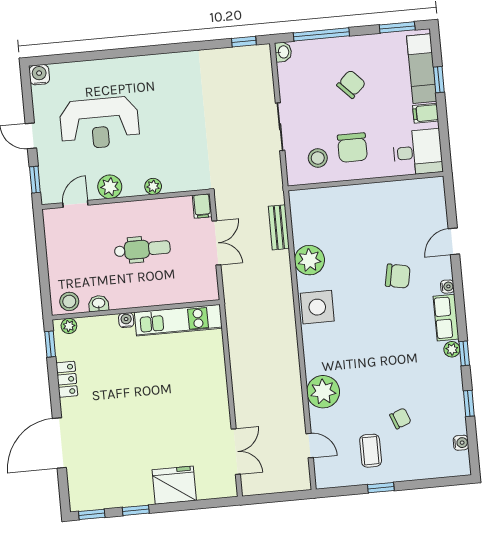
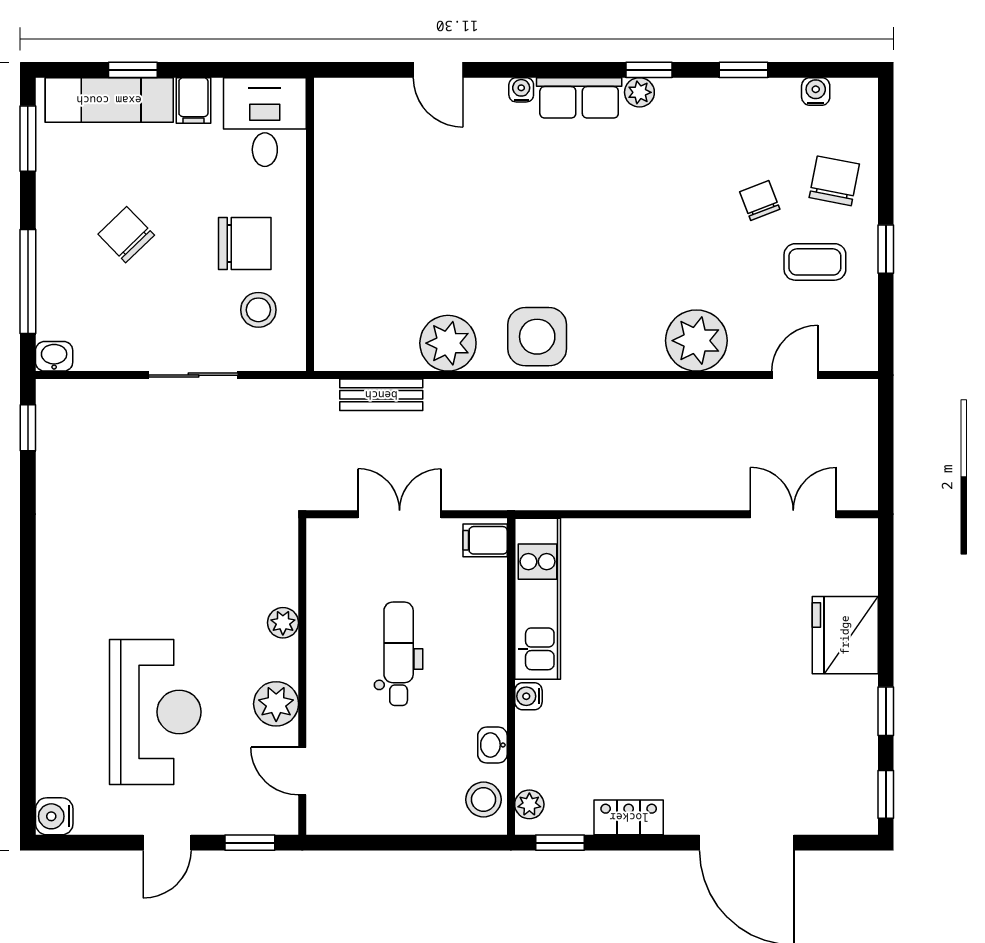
filing cabinet: (202, 206) -> (485, 540), moved, turned 180
chair: (398, 276) -> (834, 181), moved

